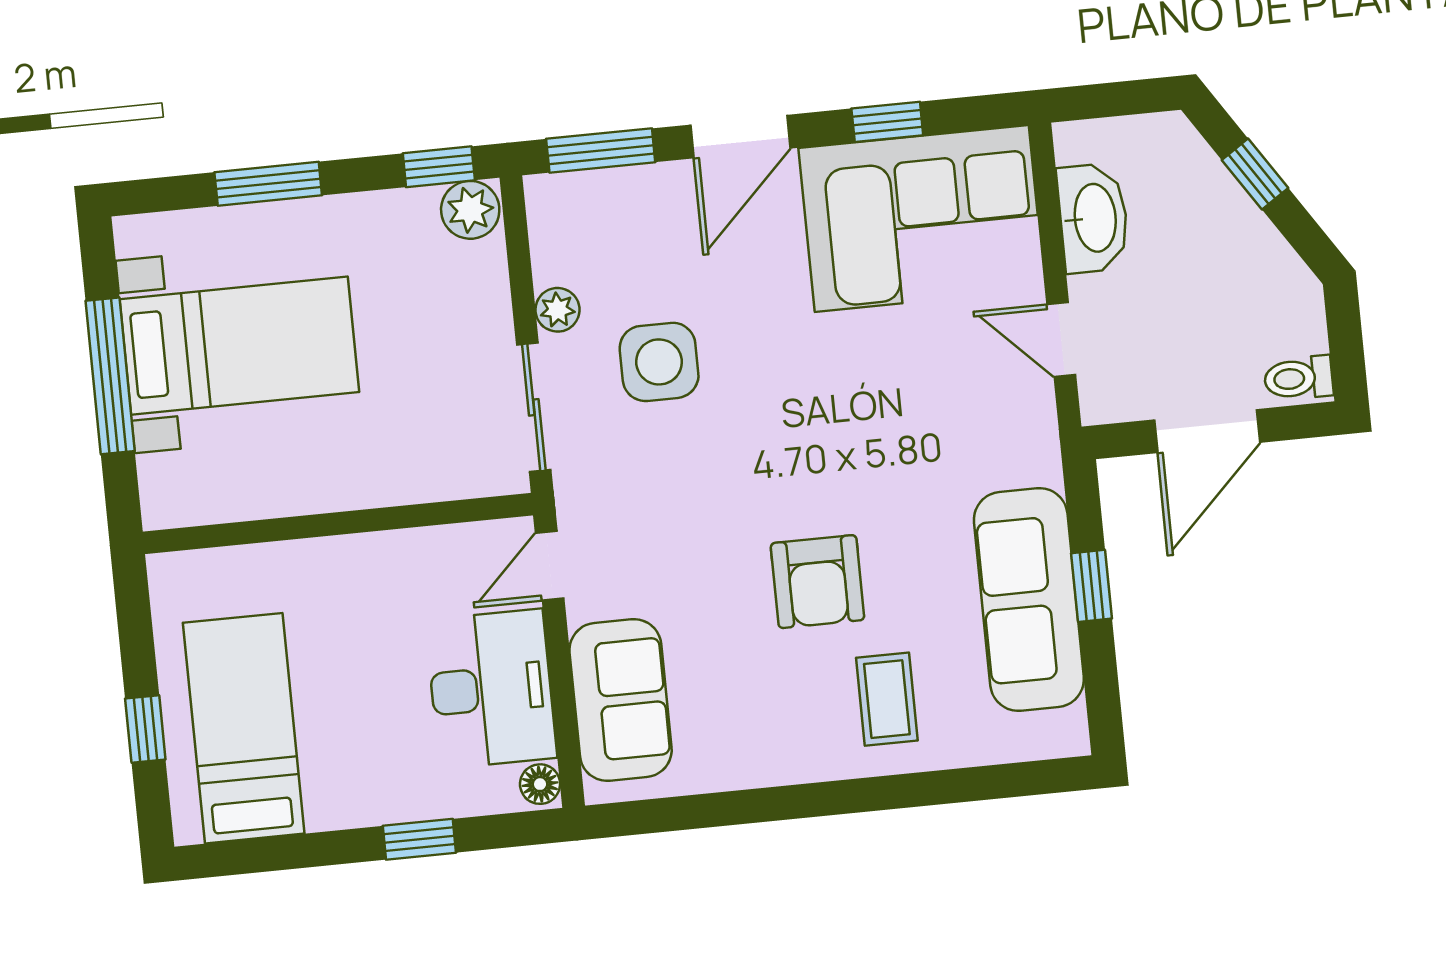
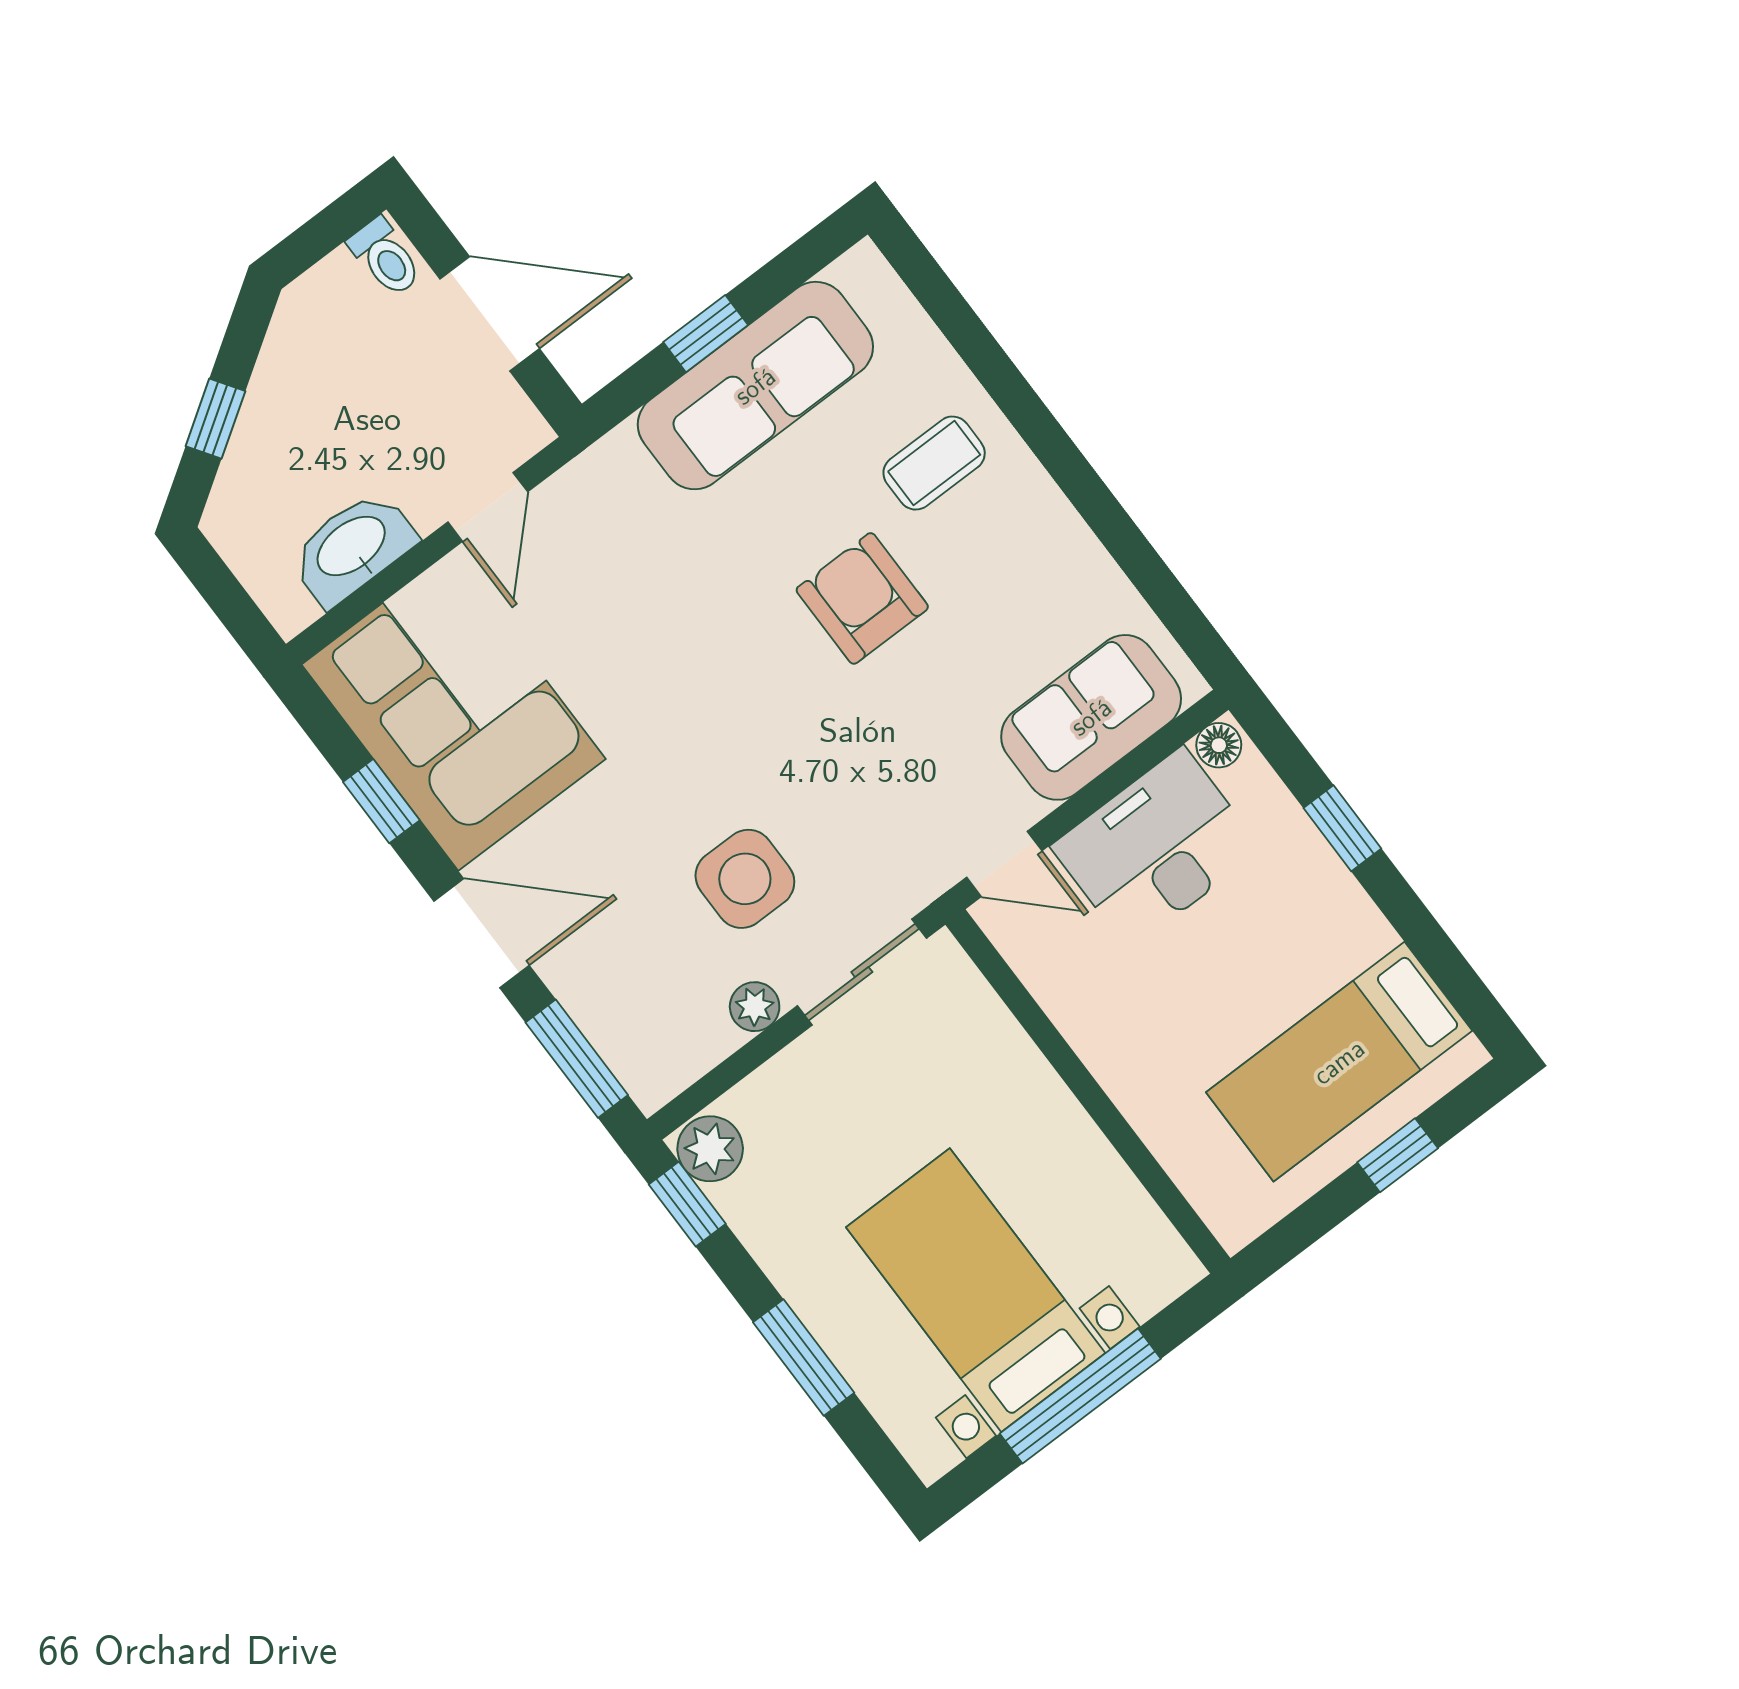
armchair: (817, 582) -> (862, 598), turned -90

